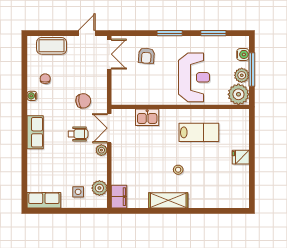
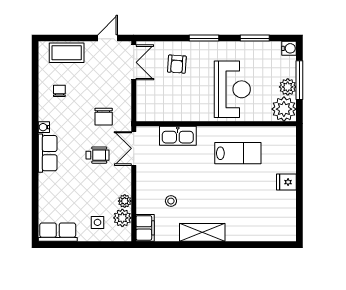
water cooler: (243, 54) -> (289, 48), moved
water cooler: (32, 96) -> (44, 127), moved
chair: (83, 101) -> (104, 117), turned 98
kitchen sink: (147, 117) -> (178, 136), width x1.38
plant: (101, 150) -> (125, 201), moved
stool: (178, 170) -> (171, 201), moved

